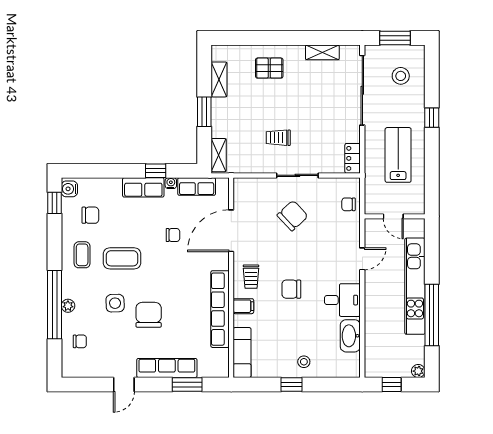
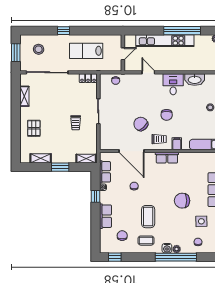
row of seats: (143, 187) -> (105, 216), moved
water cooler: (69, 189) -> (167, 248), moved
chair: (293, 216) -> (141, 124), moved
side table: (115, 303) -> (201, 221), moved
row of seats: (220, 309) -> (167, 158), width x0.50

